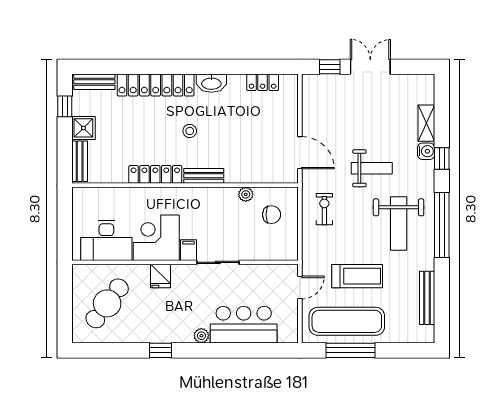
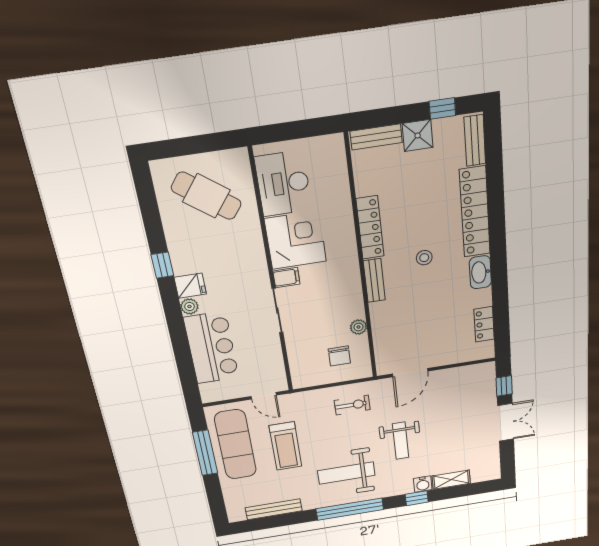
fridge: (161, 276) -> (190, 286), moved, turned 180

